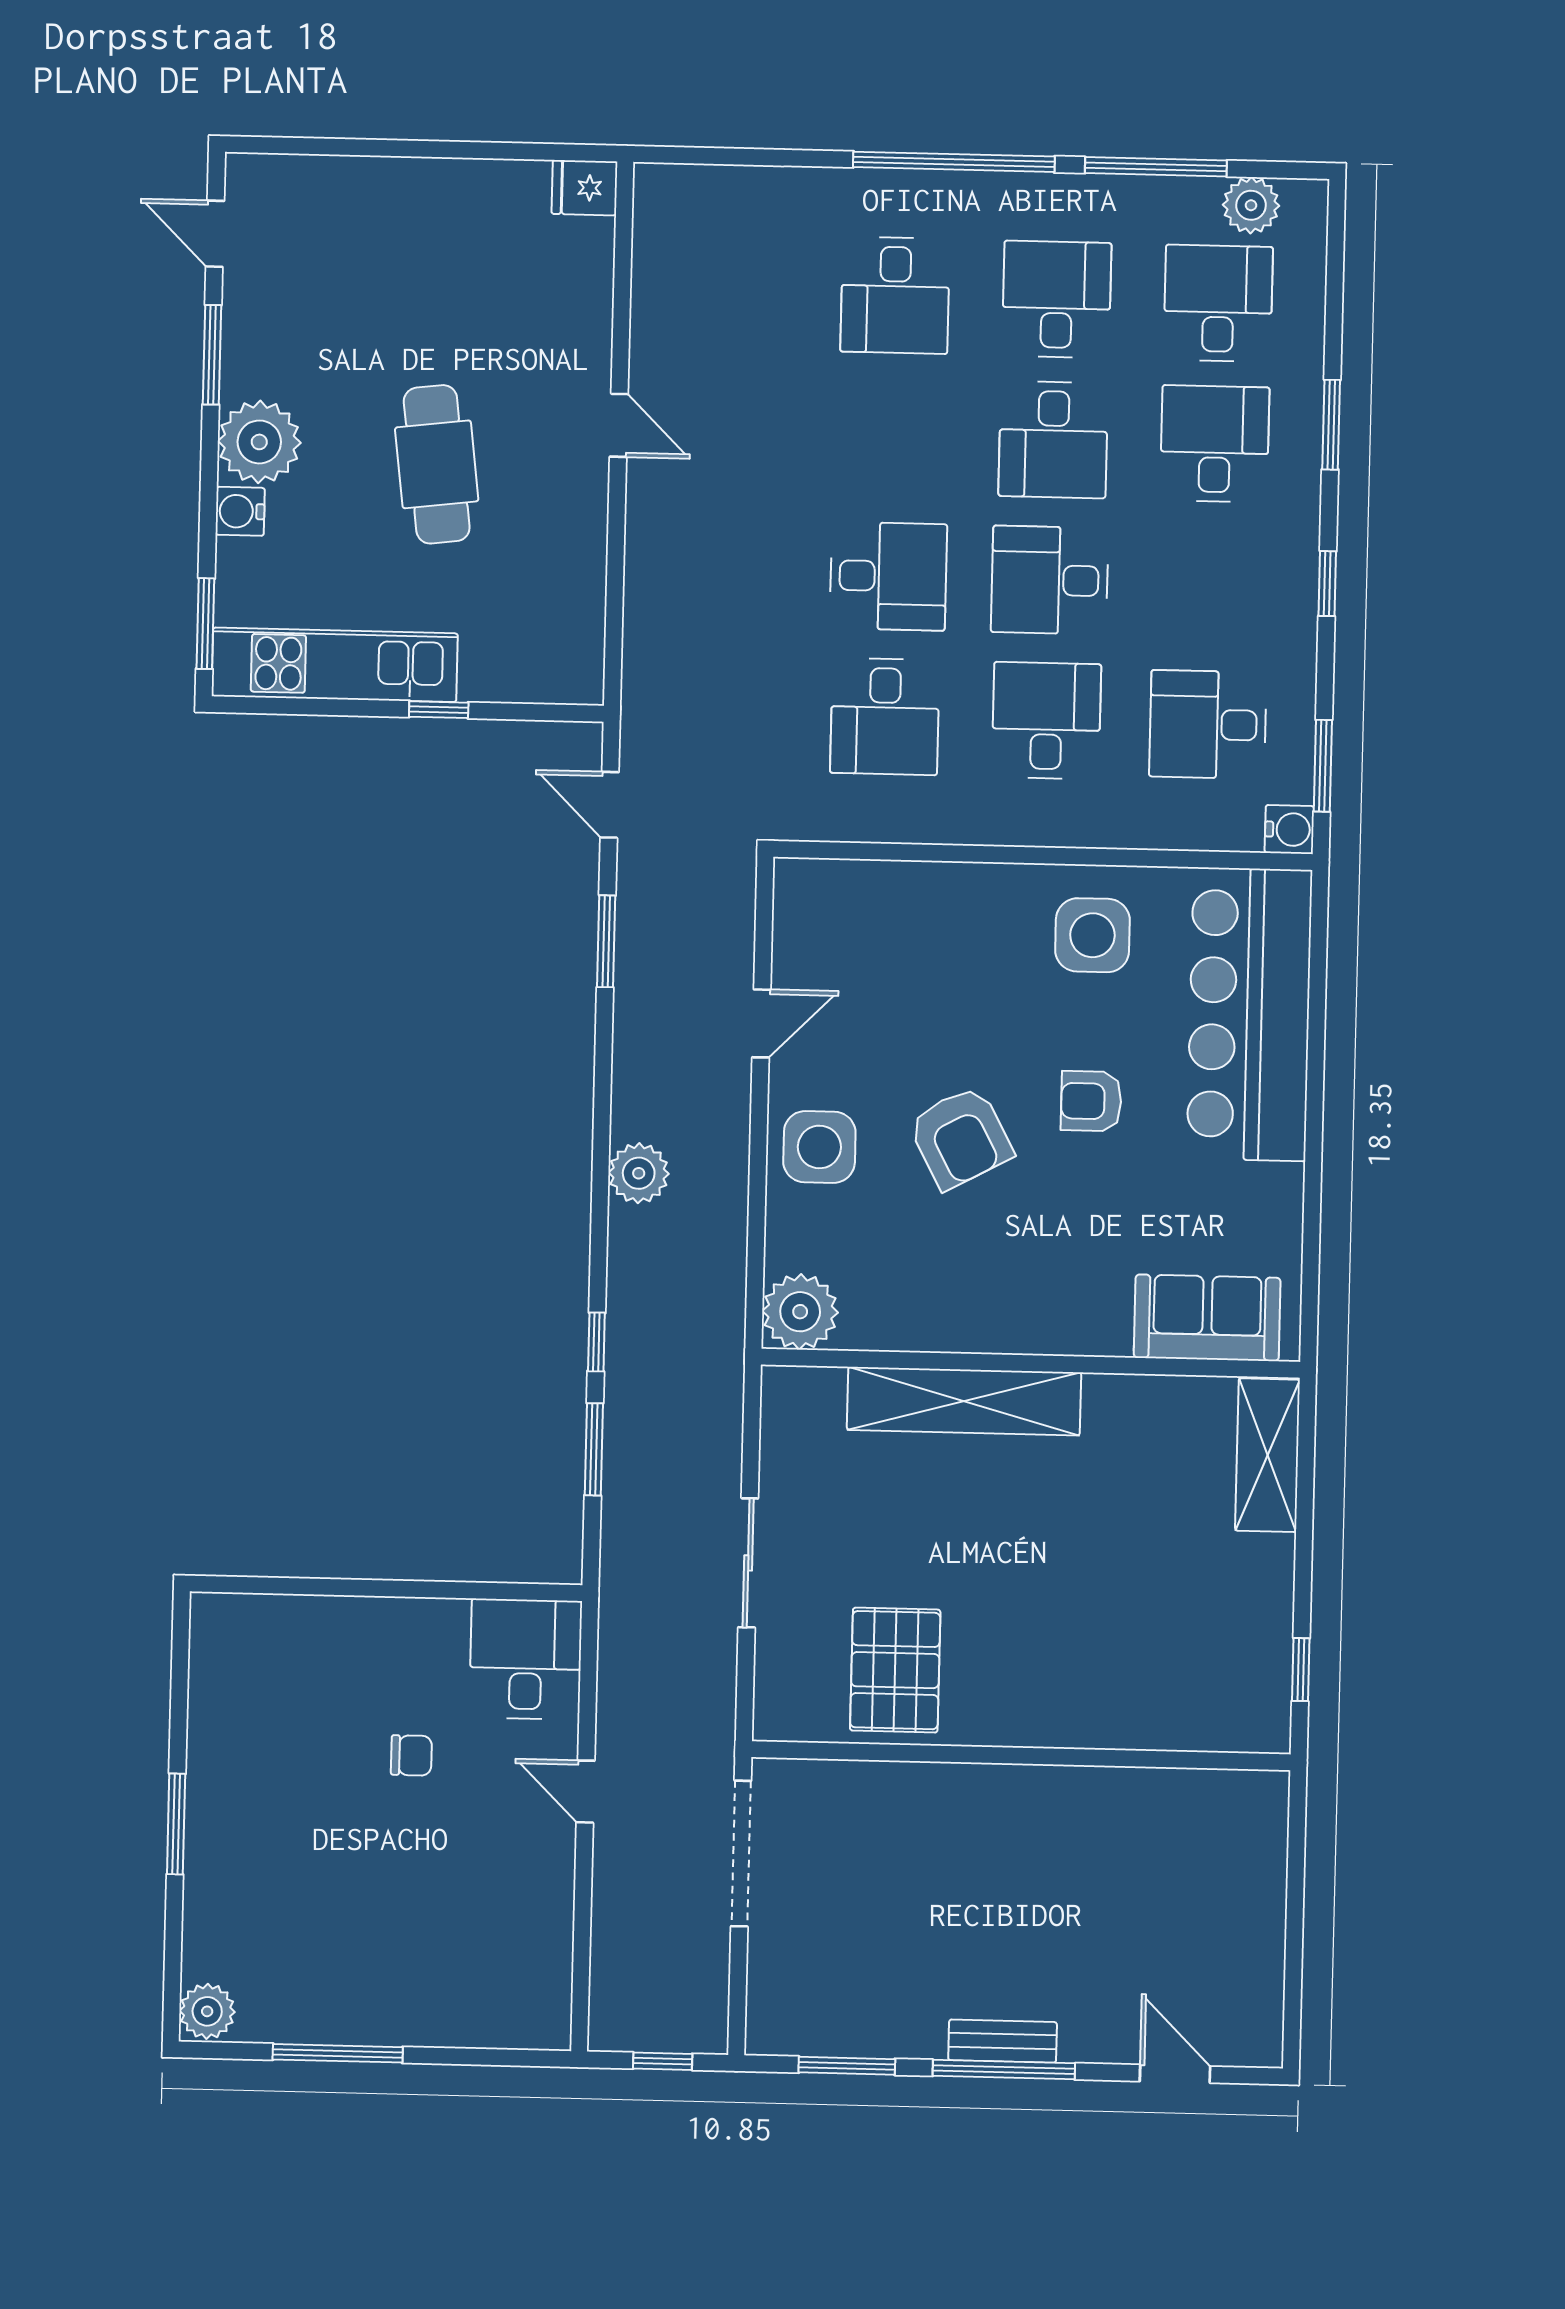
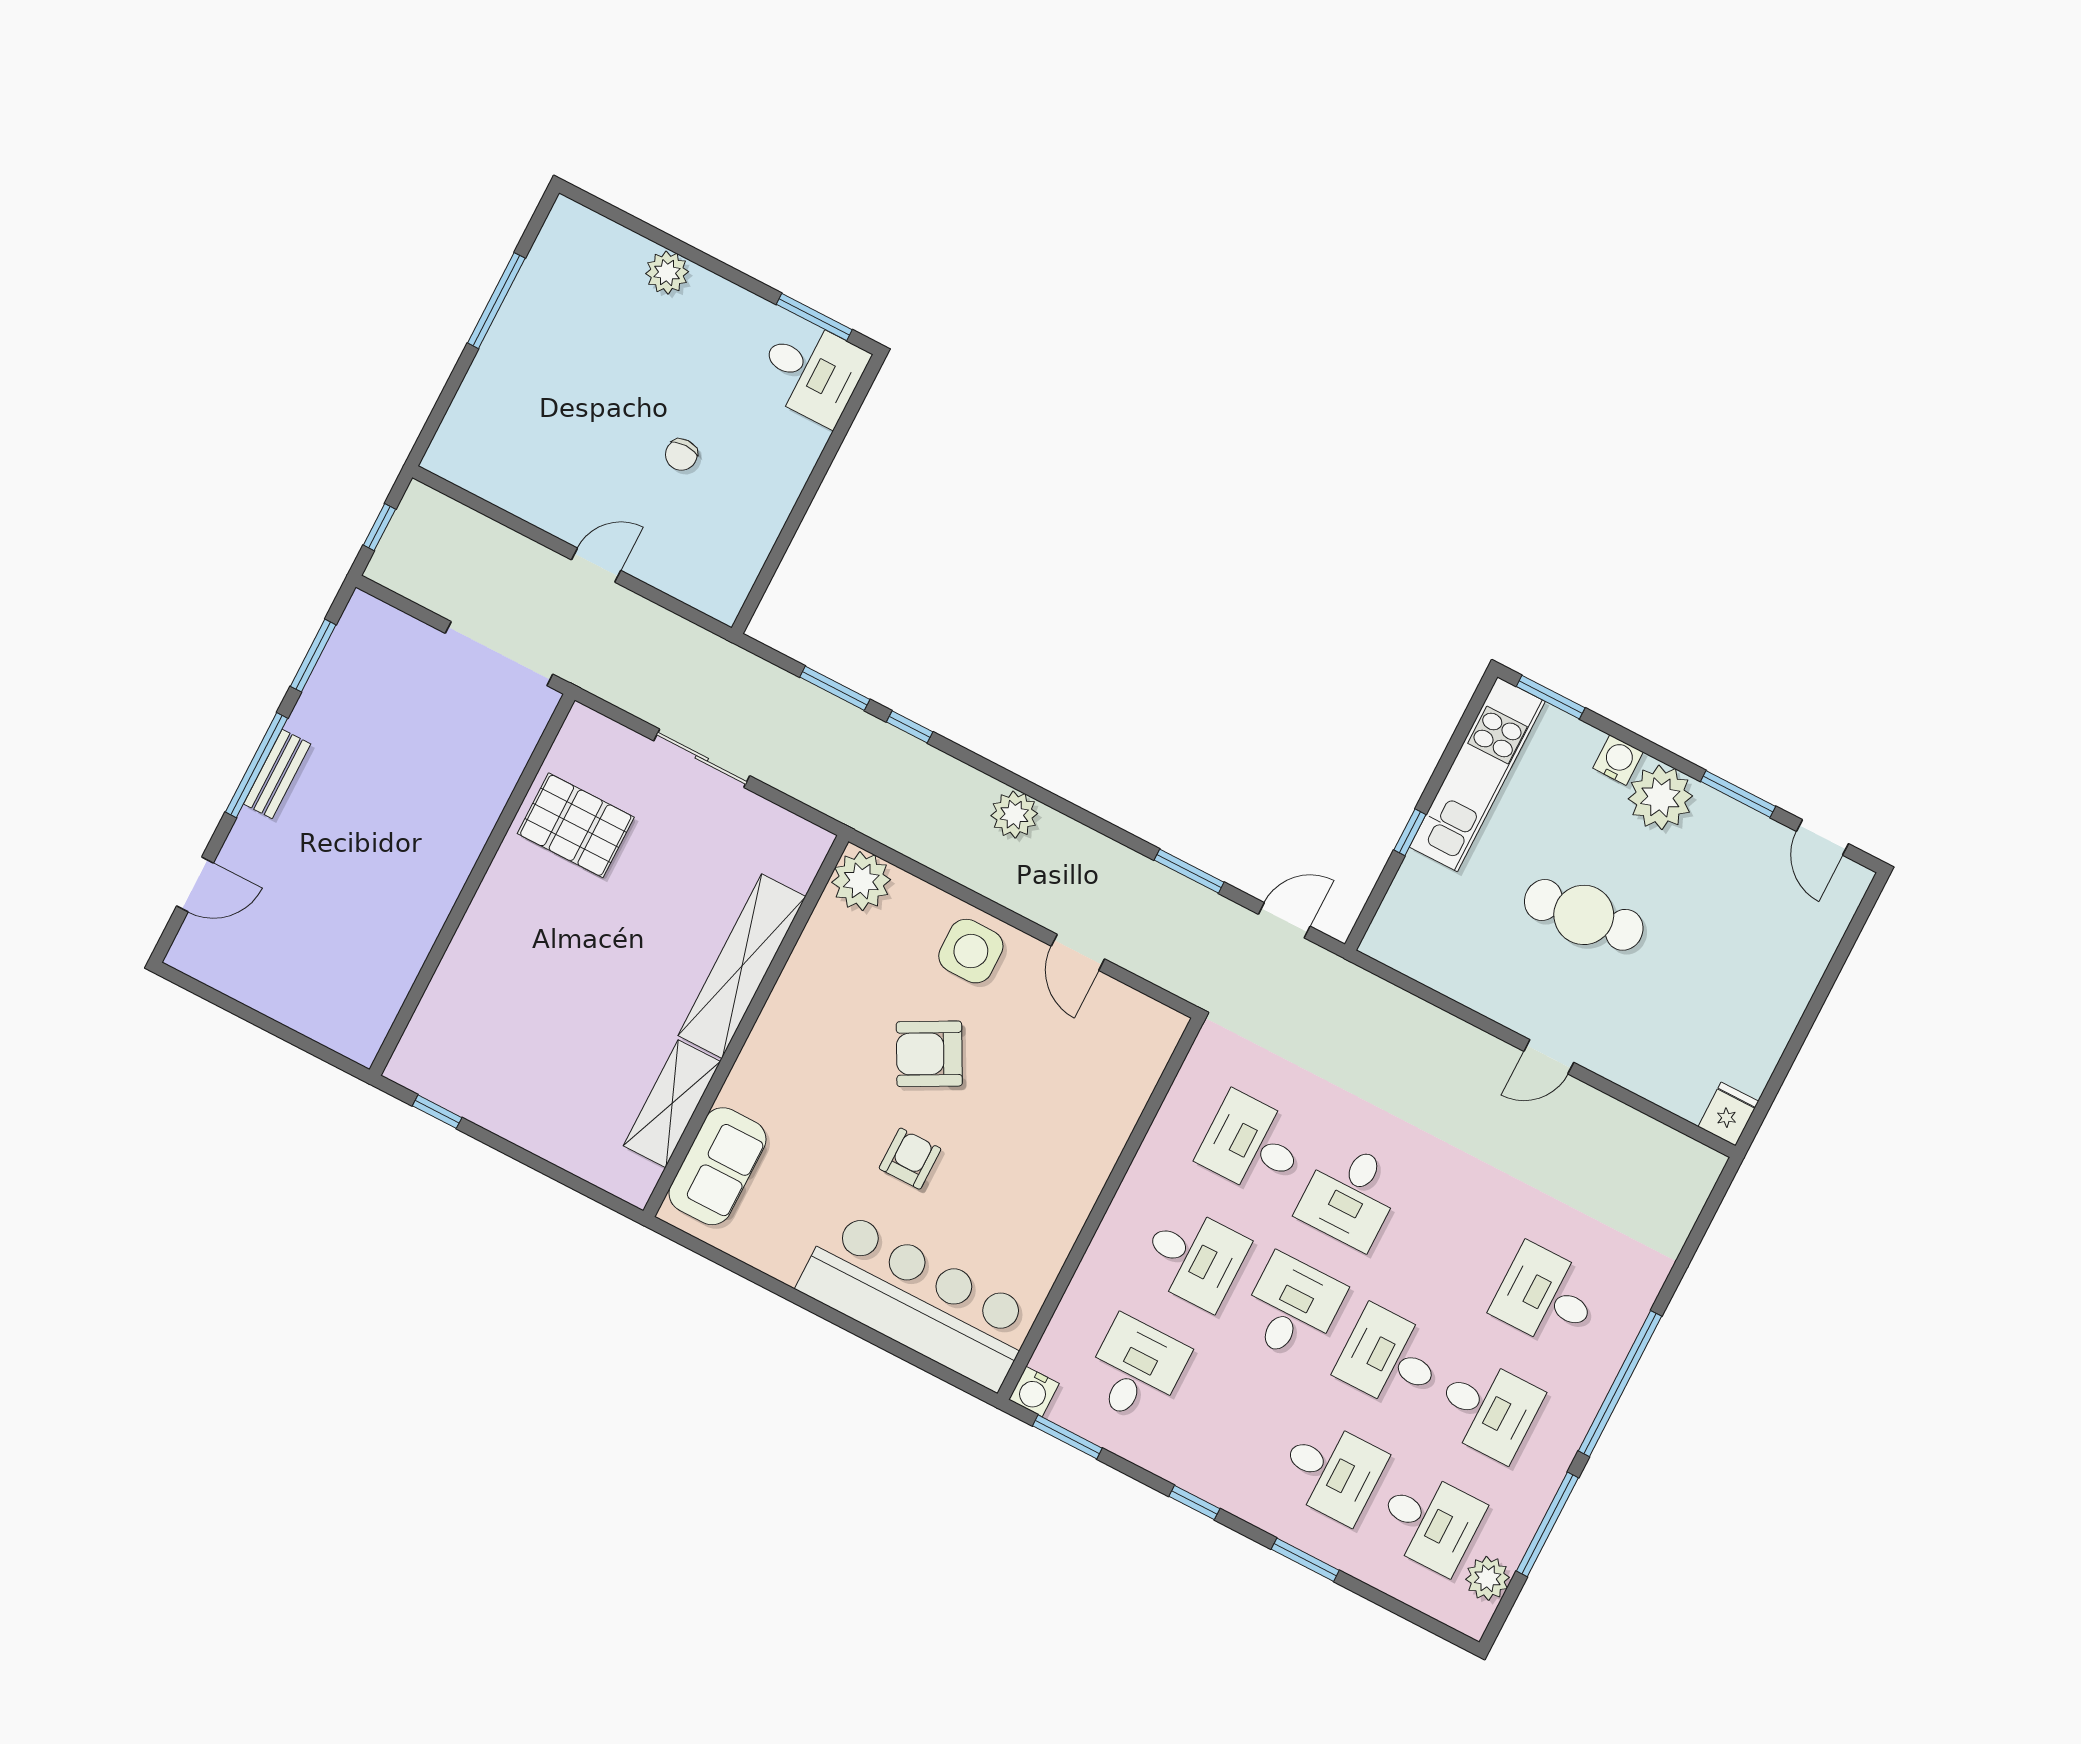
door: (215, 234) -> (1822, 837), swing flipped
side table: (1092, 935) -> (1027, 1216), removed
shelving: (1268, 1455) -> (672, 1104), moved, turned 90
desk: (526, 1659) -> (812, 371), moved
window: (176, 1824) -> (814, 317), moved
plant: (207, 2011) -> (667, 273), moved

